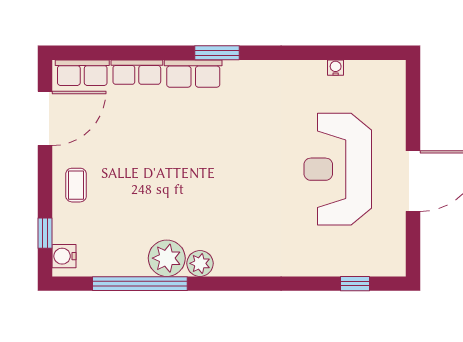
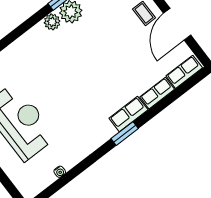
door: (45, 118) -> (177, 24), moved

